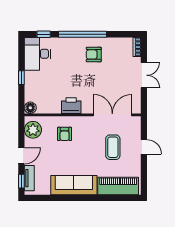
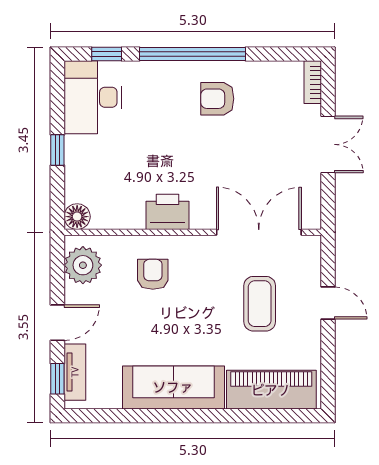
armchair: (65, 134) -> (153, 274), turned 180

